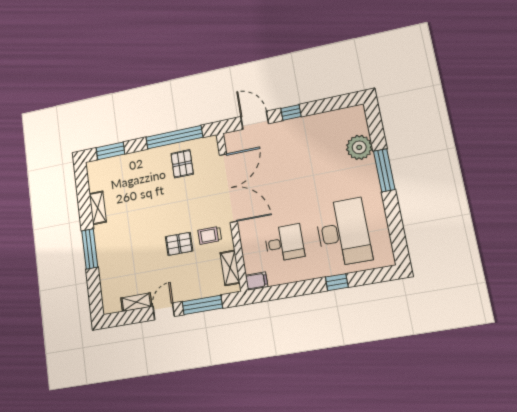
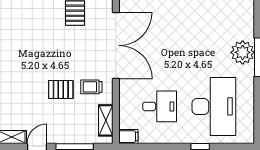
plant: (359, 147) -> (243, 52), moved

